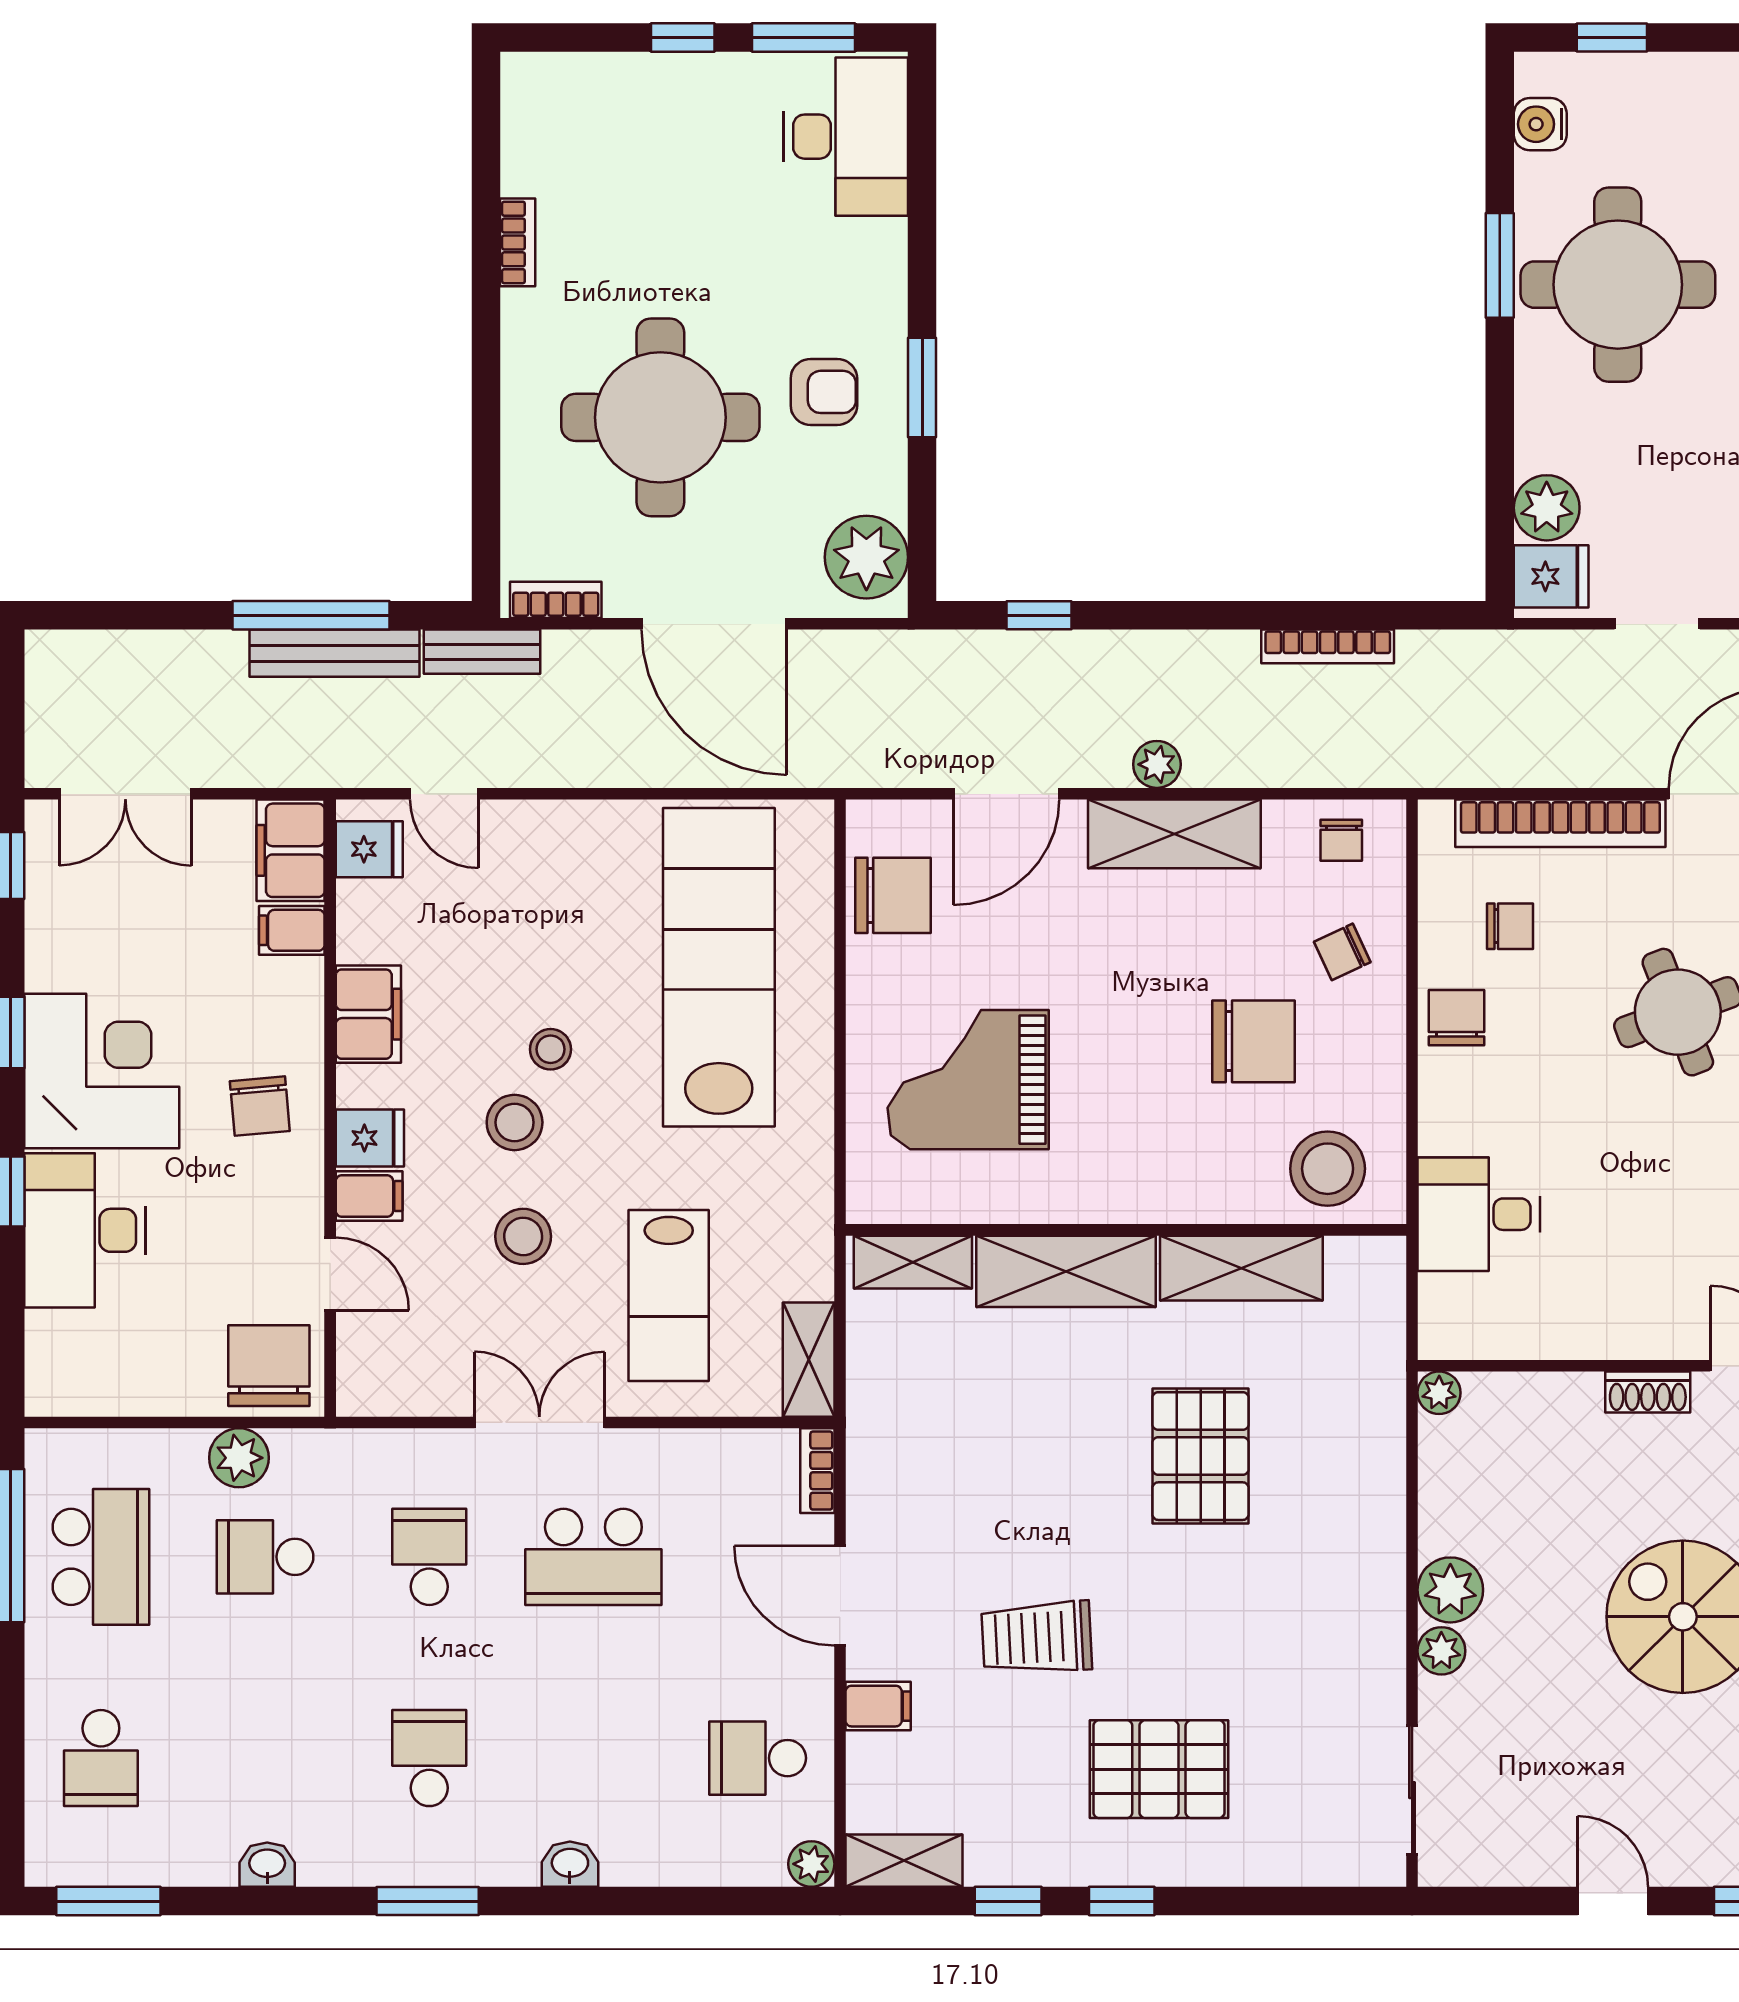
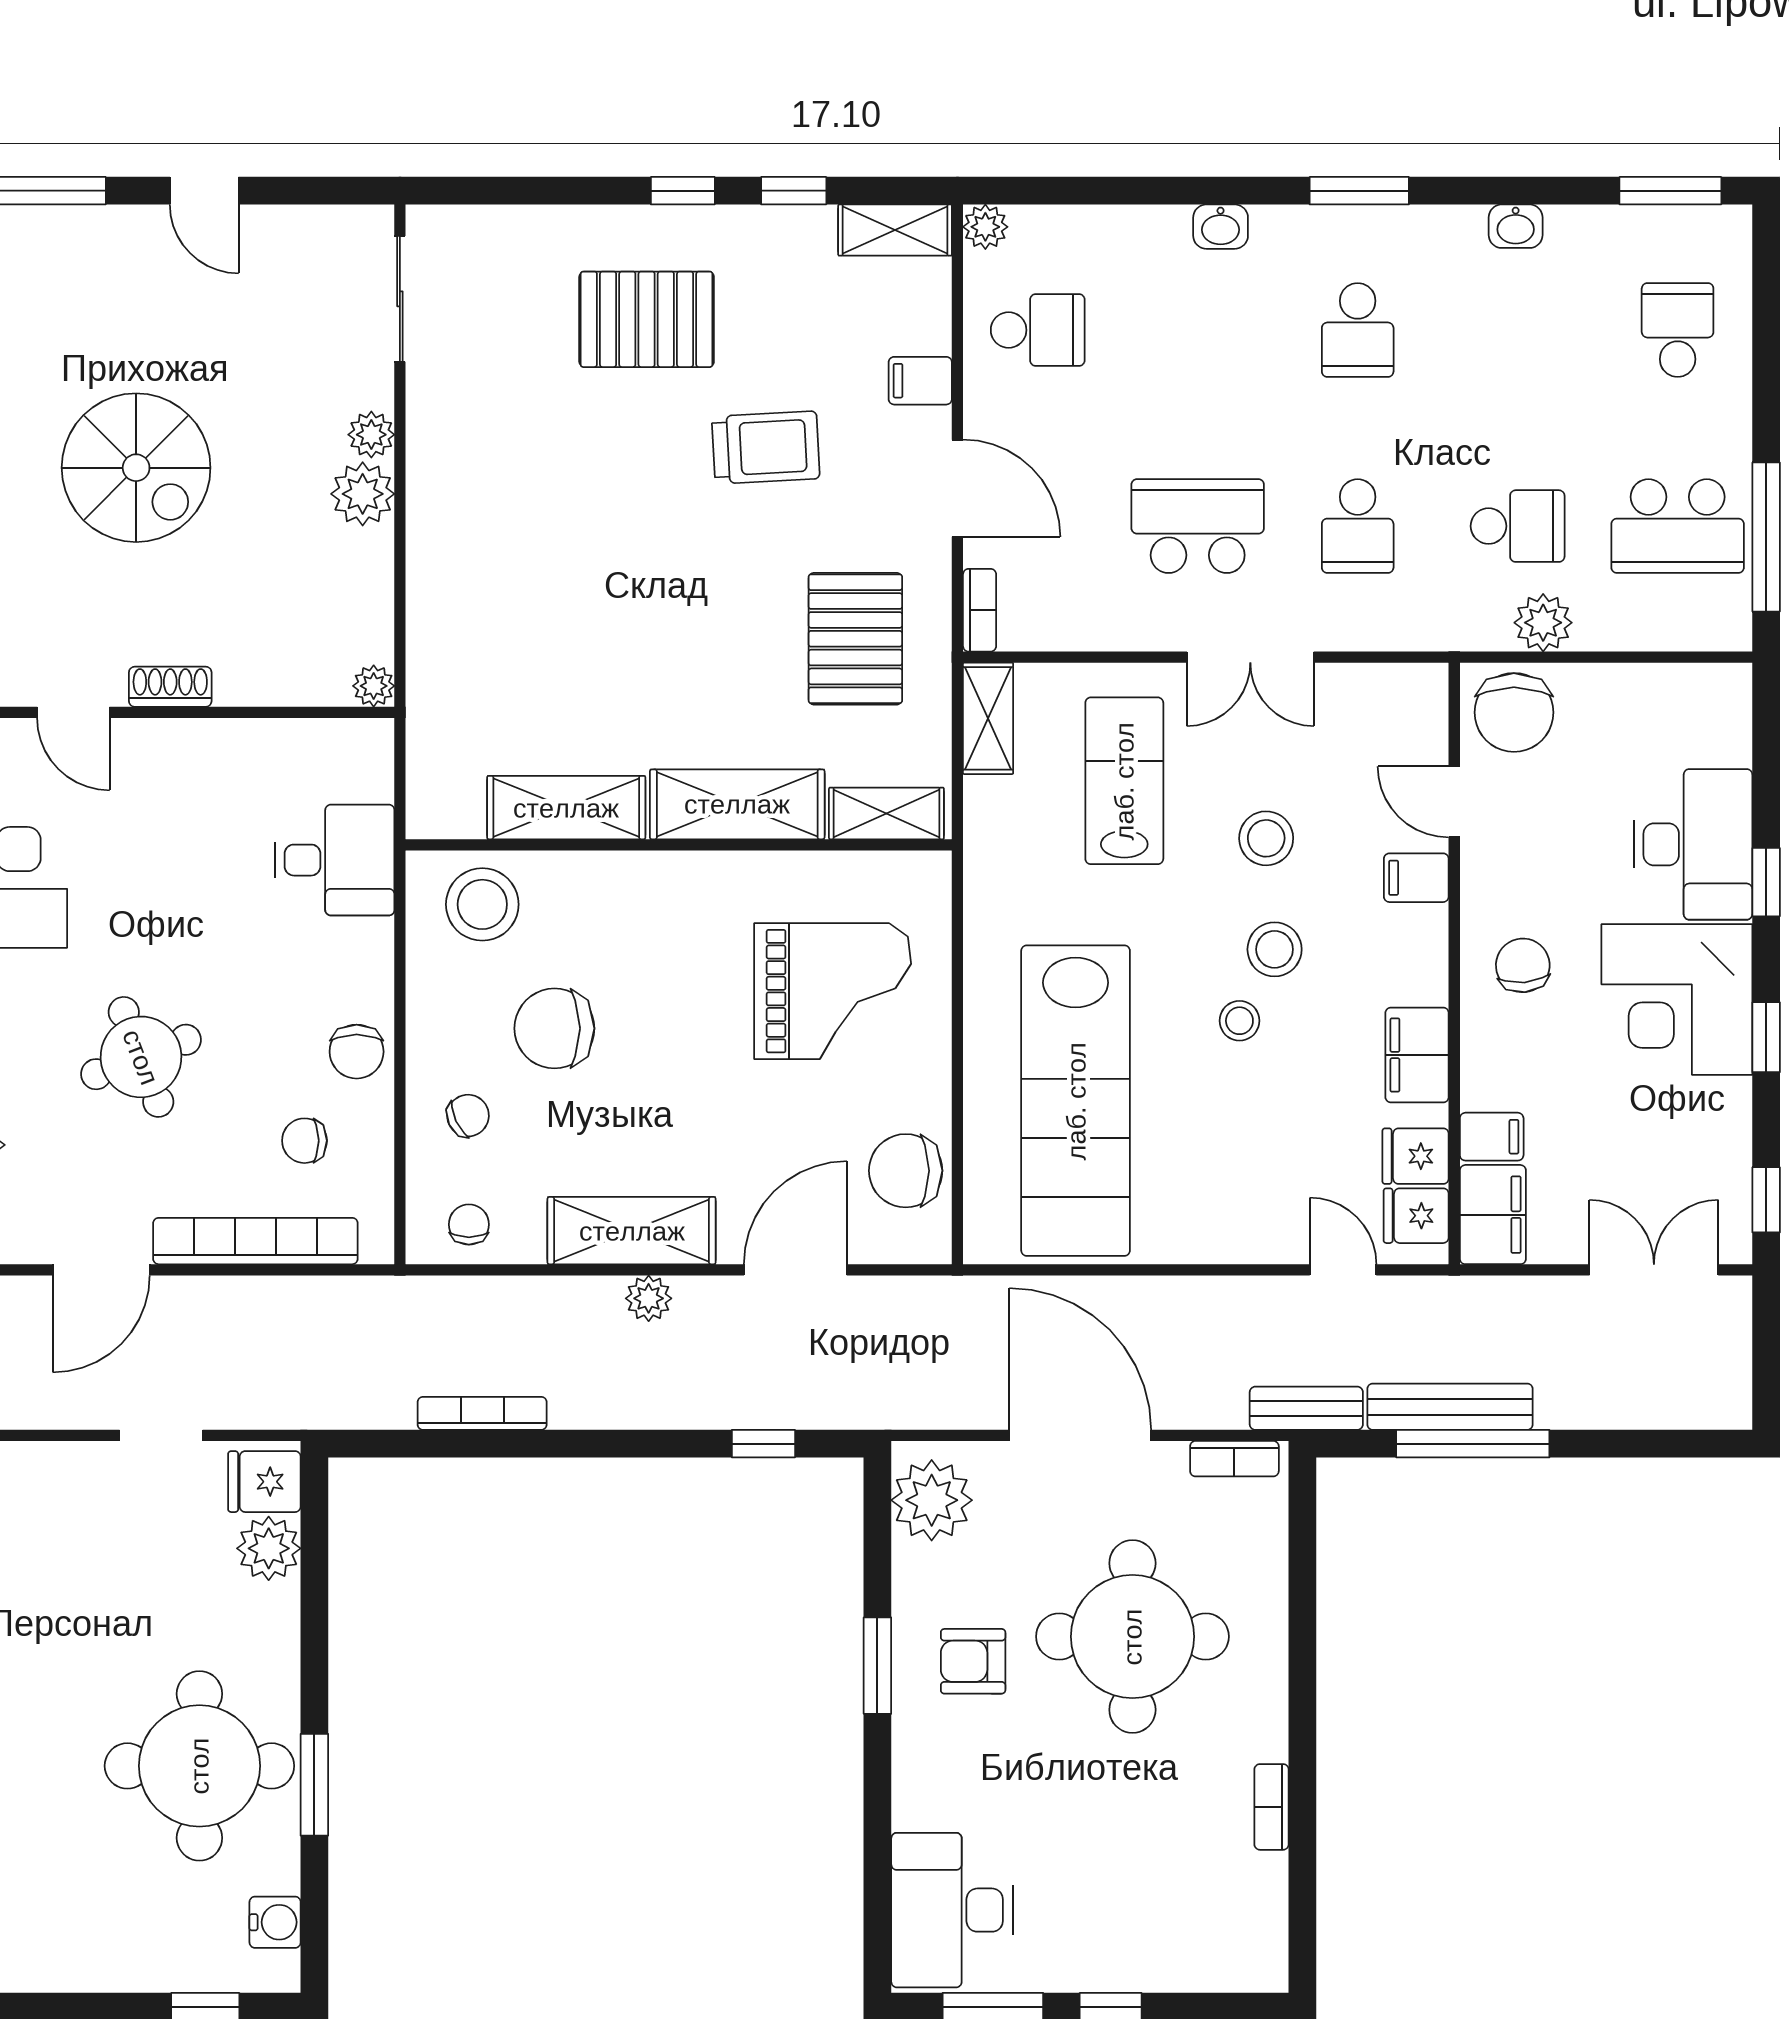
fridge: (370, 1138) -> (1416, 1156), moved
pallet: (1201, 1456) -> (855, 639), moved
school desk: (101, 1557) -> (1678, 526), turned -90

